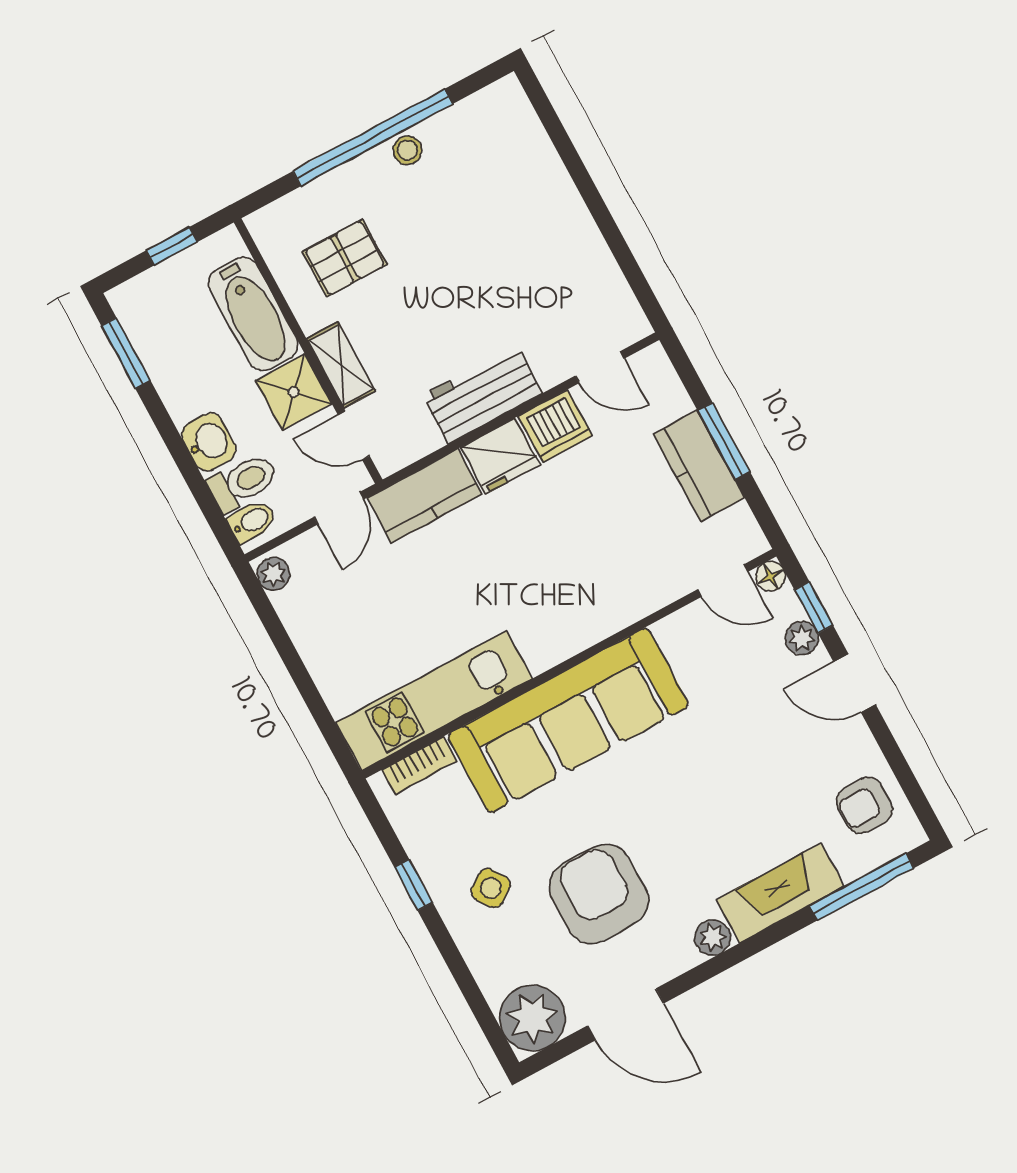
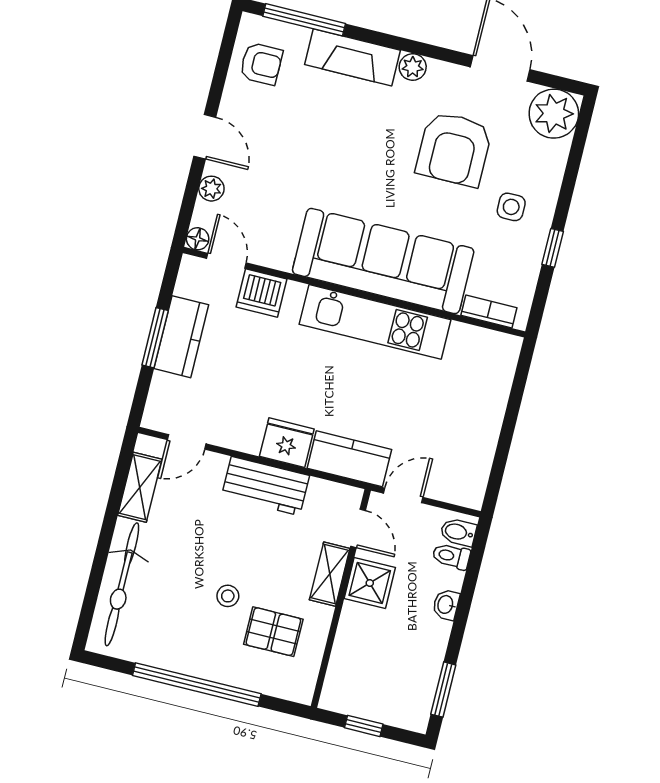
stool: (407, 150) -> (228, 596), moved
bicycle: (536, 169) -> (122, 584), added
shelving: (605, 281) -> (140, 487), added
bathtub: (253, 314) -> (353, 647), removed
door: (600, 367) -> (187, 442), swing flipped
dishwasher: (555, 426) -> (262, 293), moved, turned 180
washbasin: (209, 442) -> (446, 605), width x0.72, depth x0.69
toilet: (243, 482) -> (451, 556), width x0.73, depth x0.72
plant: (273, 574) -> (473, 492), removed
window: (814, 607) -> (189, 200), removed
kitchen unit: (434, 701) -> (375, 322), moved
side table: (491, 888) -> (511, 207), turned 35

